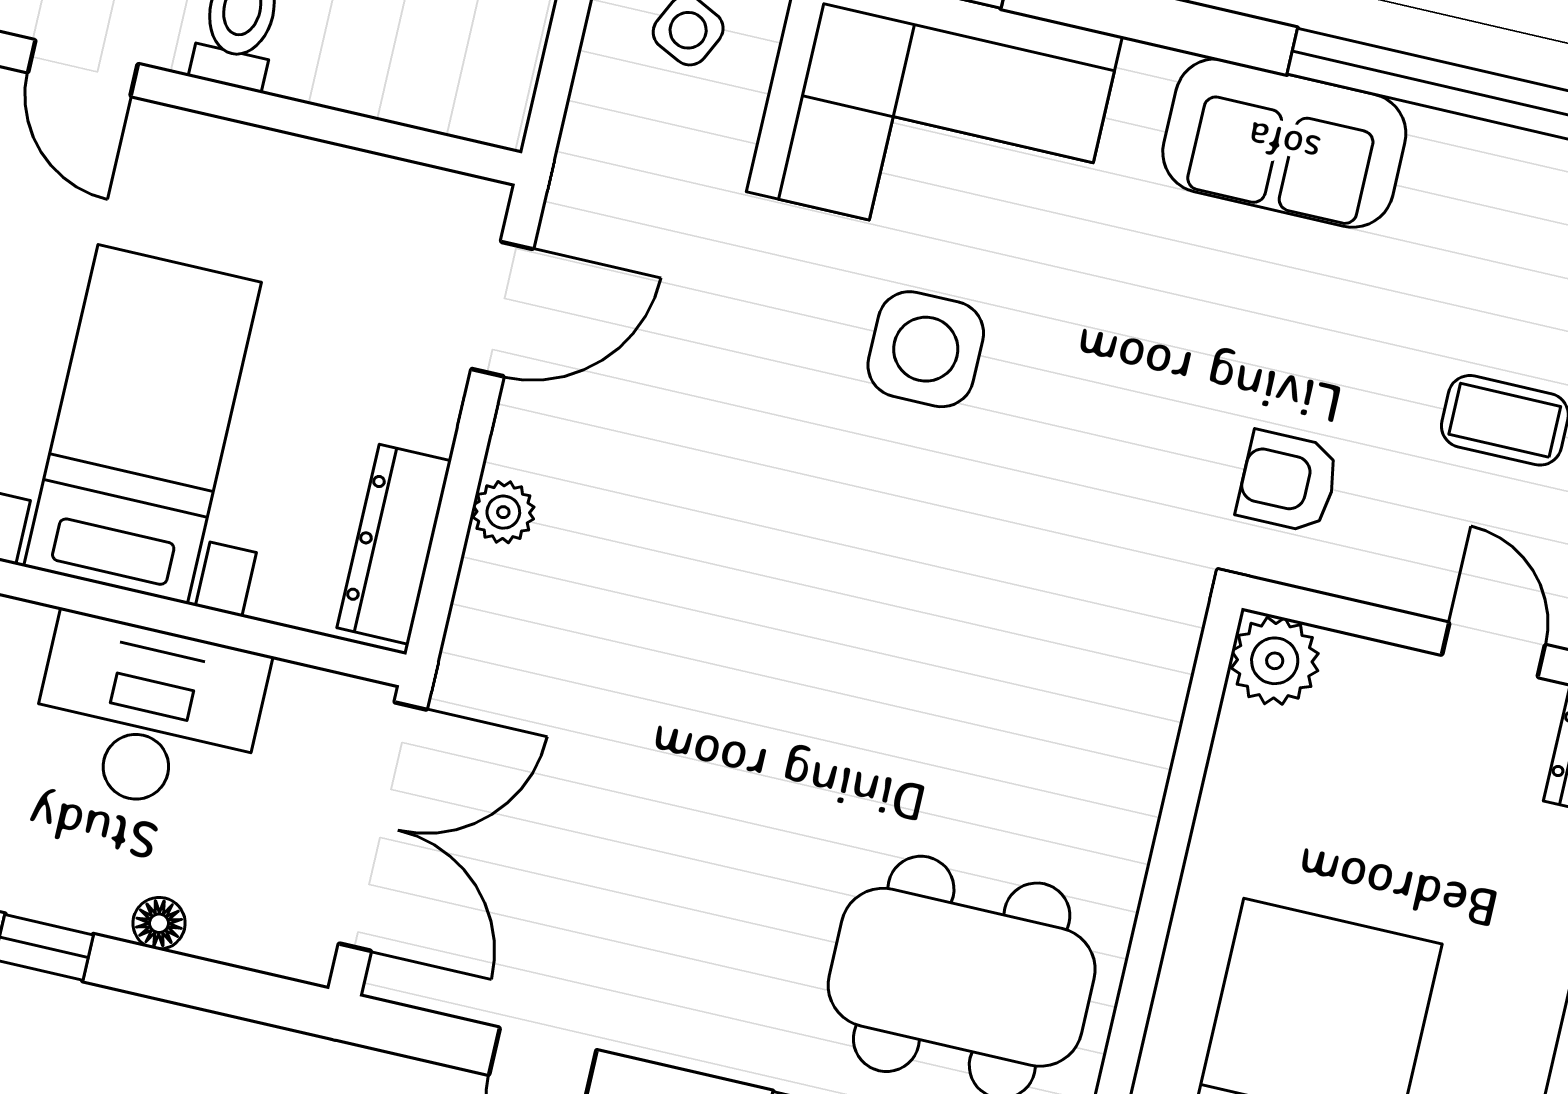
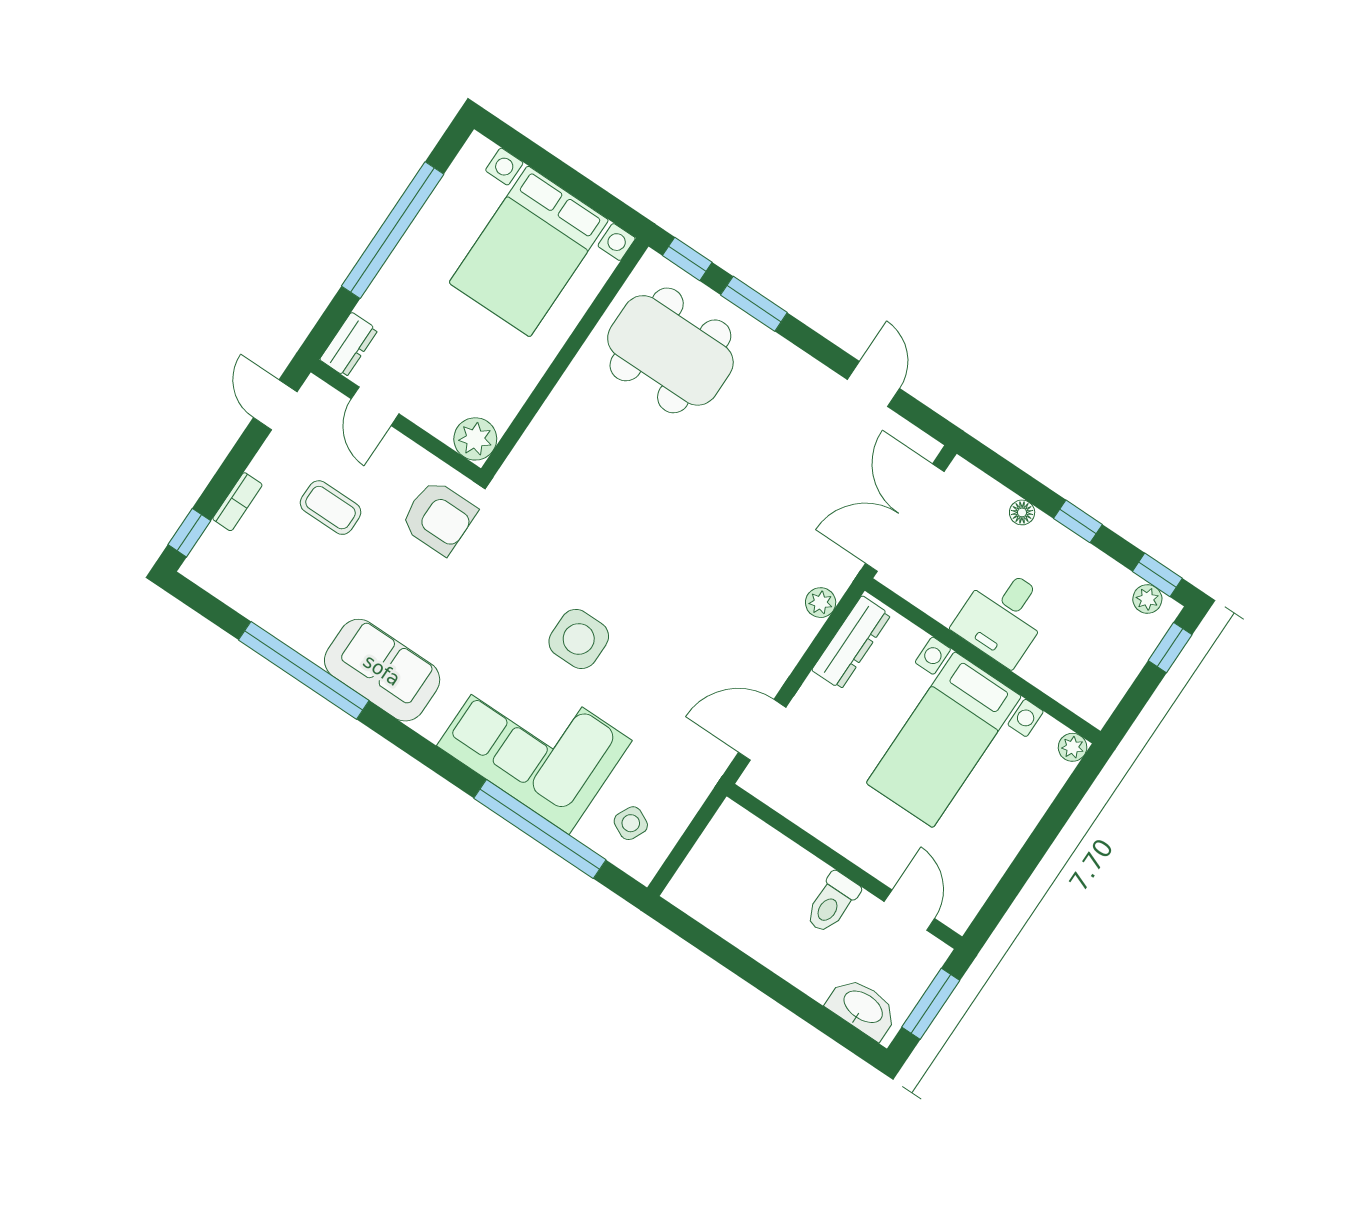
armchair: (1288, 482) -> (439, 517), width x1.38, depth x1.38
plant: (503, 512) -> (821, 603), moved
desk: (148, 715) -> (1003, 616), width x0.73

